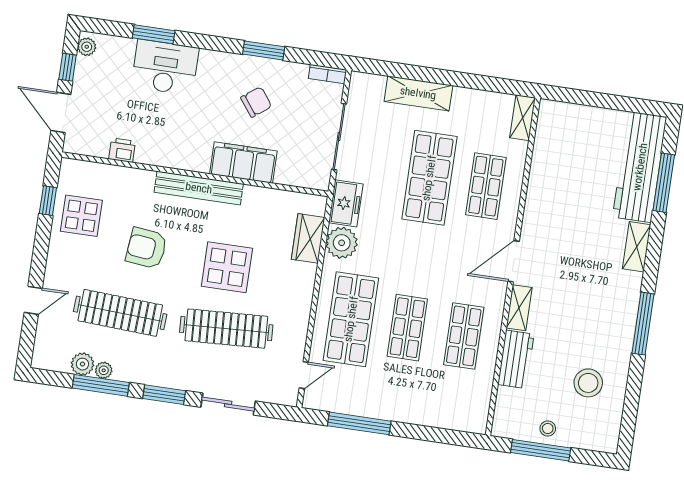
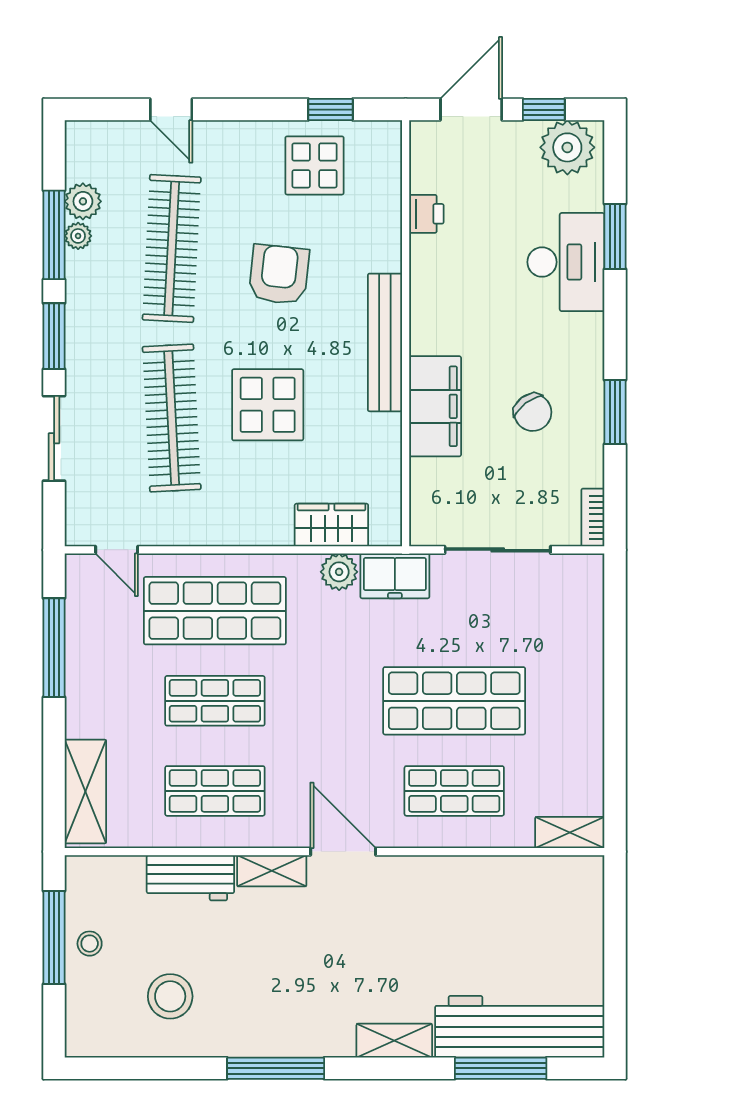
plant: (87, 47) -> (567, 147), width x1.87, depth x1.87
shelving: (418, 93) -> (85, 791), moved
plant: (342, 243) -> (339, 572), width x0.73, depth x0.73

